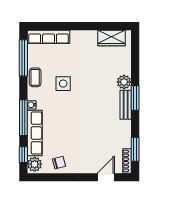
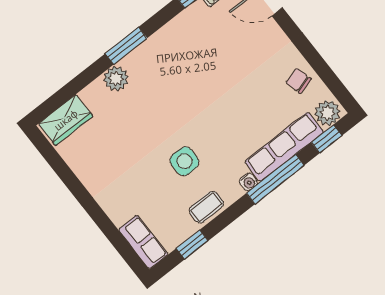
row of seats: (49, 37) -> (143, 242), width x0.68
wardrobe: (112, 38) -> (66, 120), moved, turned 90
window: (23, 58) -> (192, 245), width x0.46
bench: (126, 105) -> (146, 52), removed

